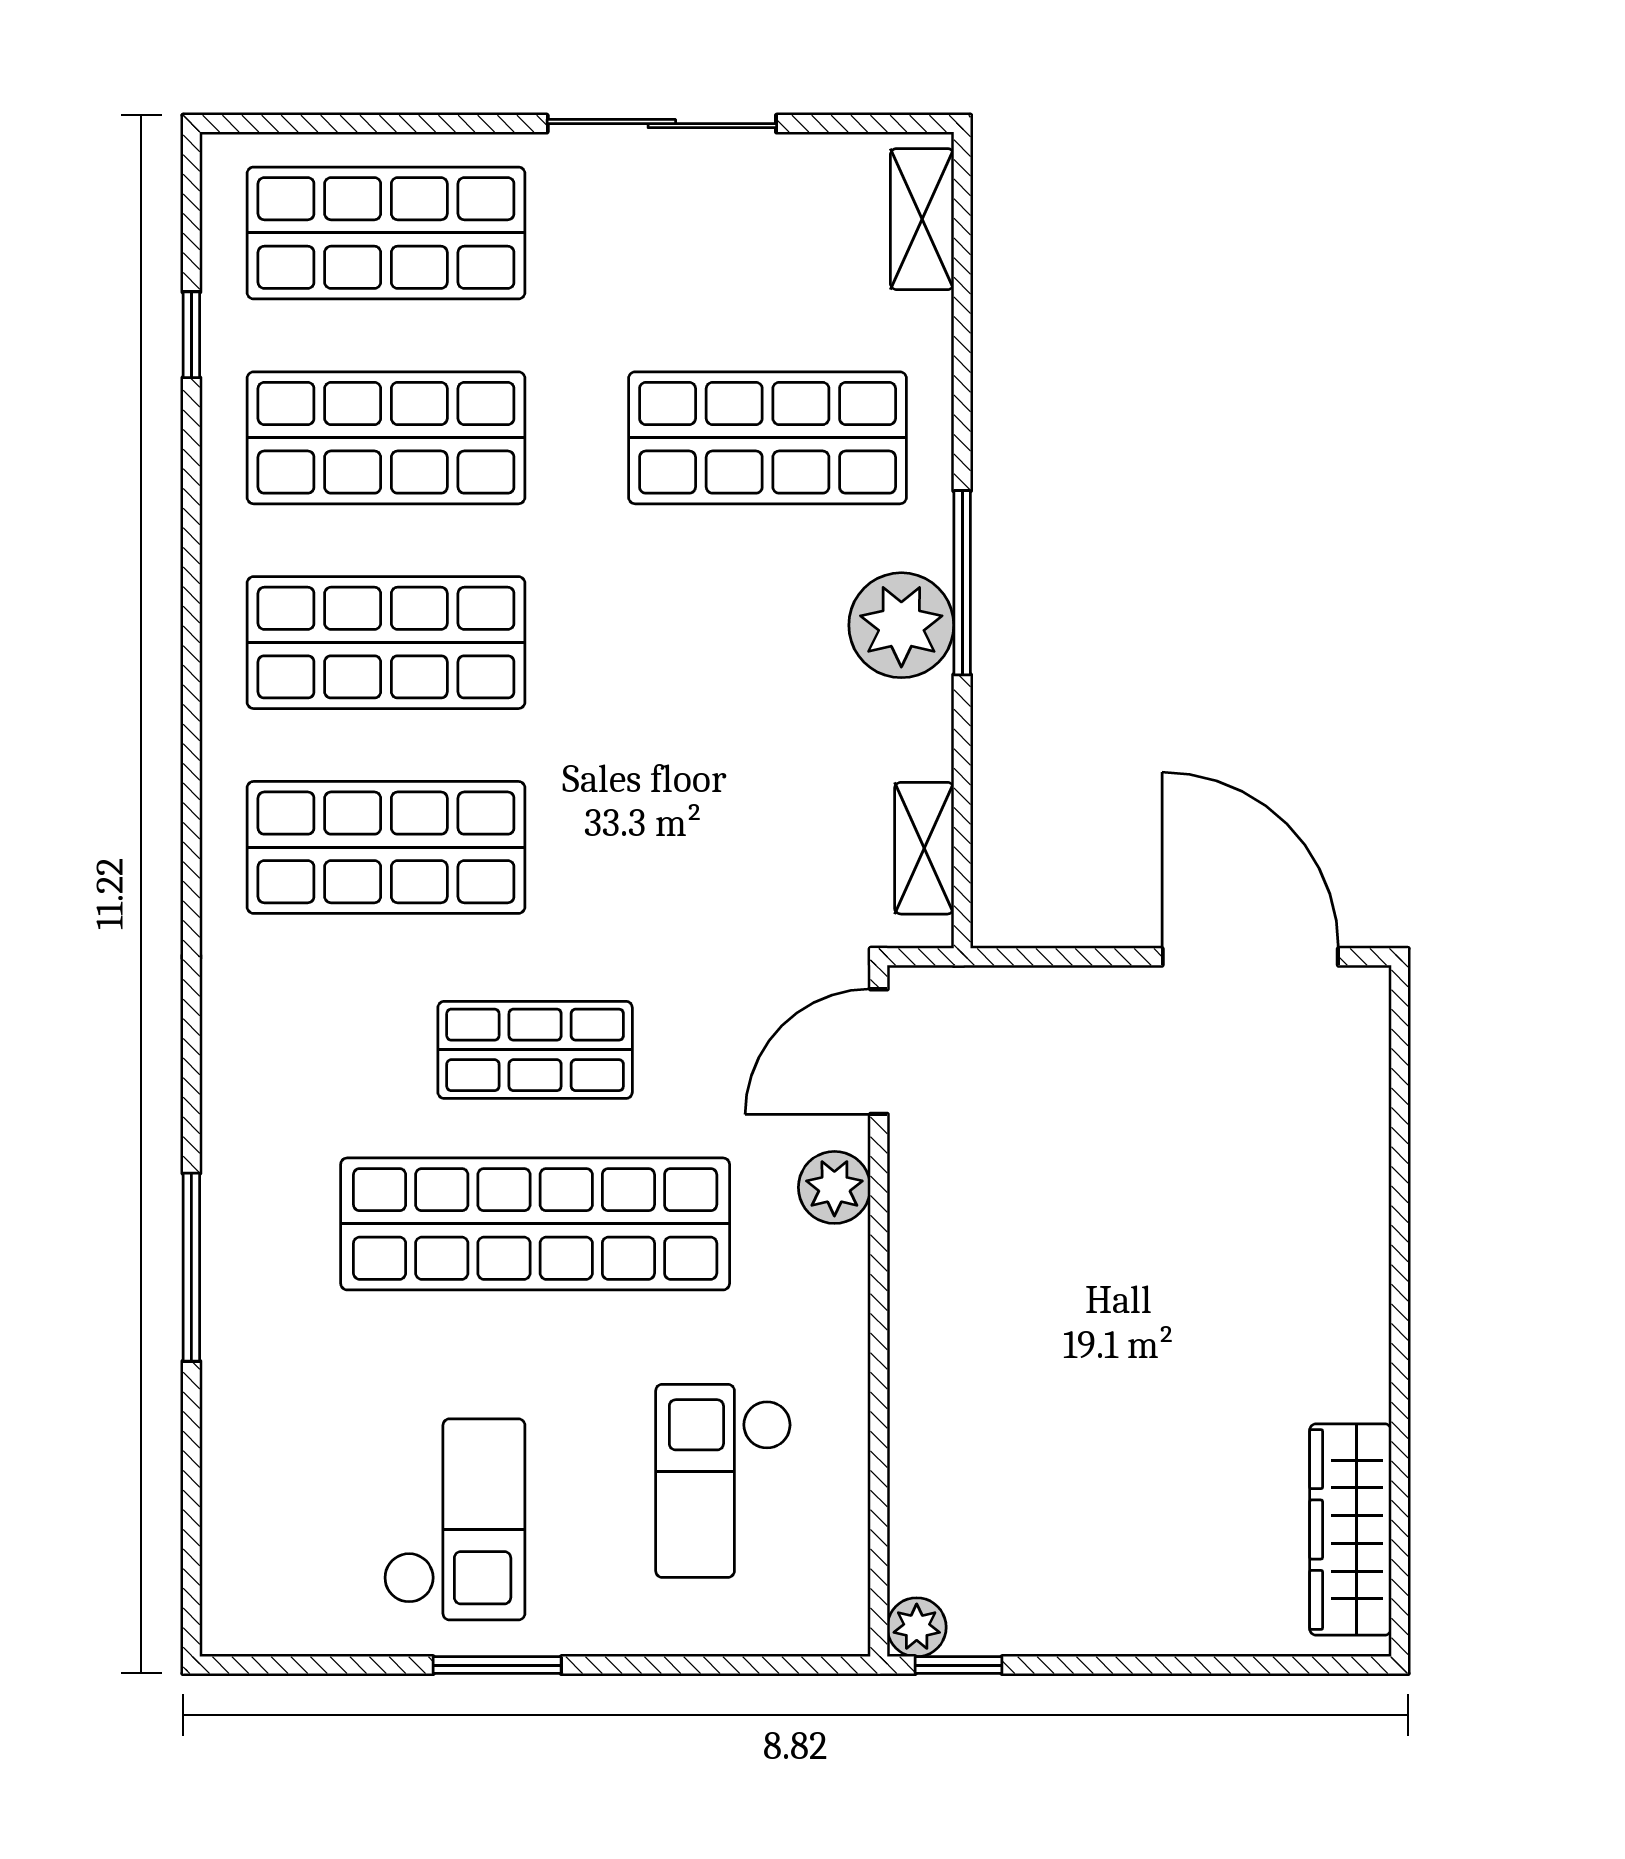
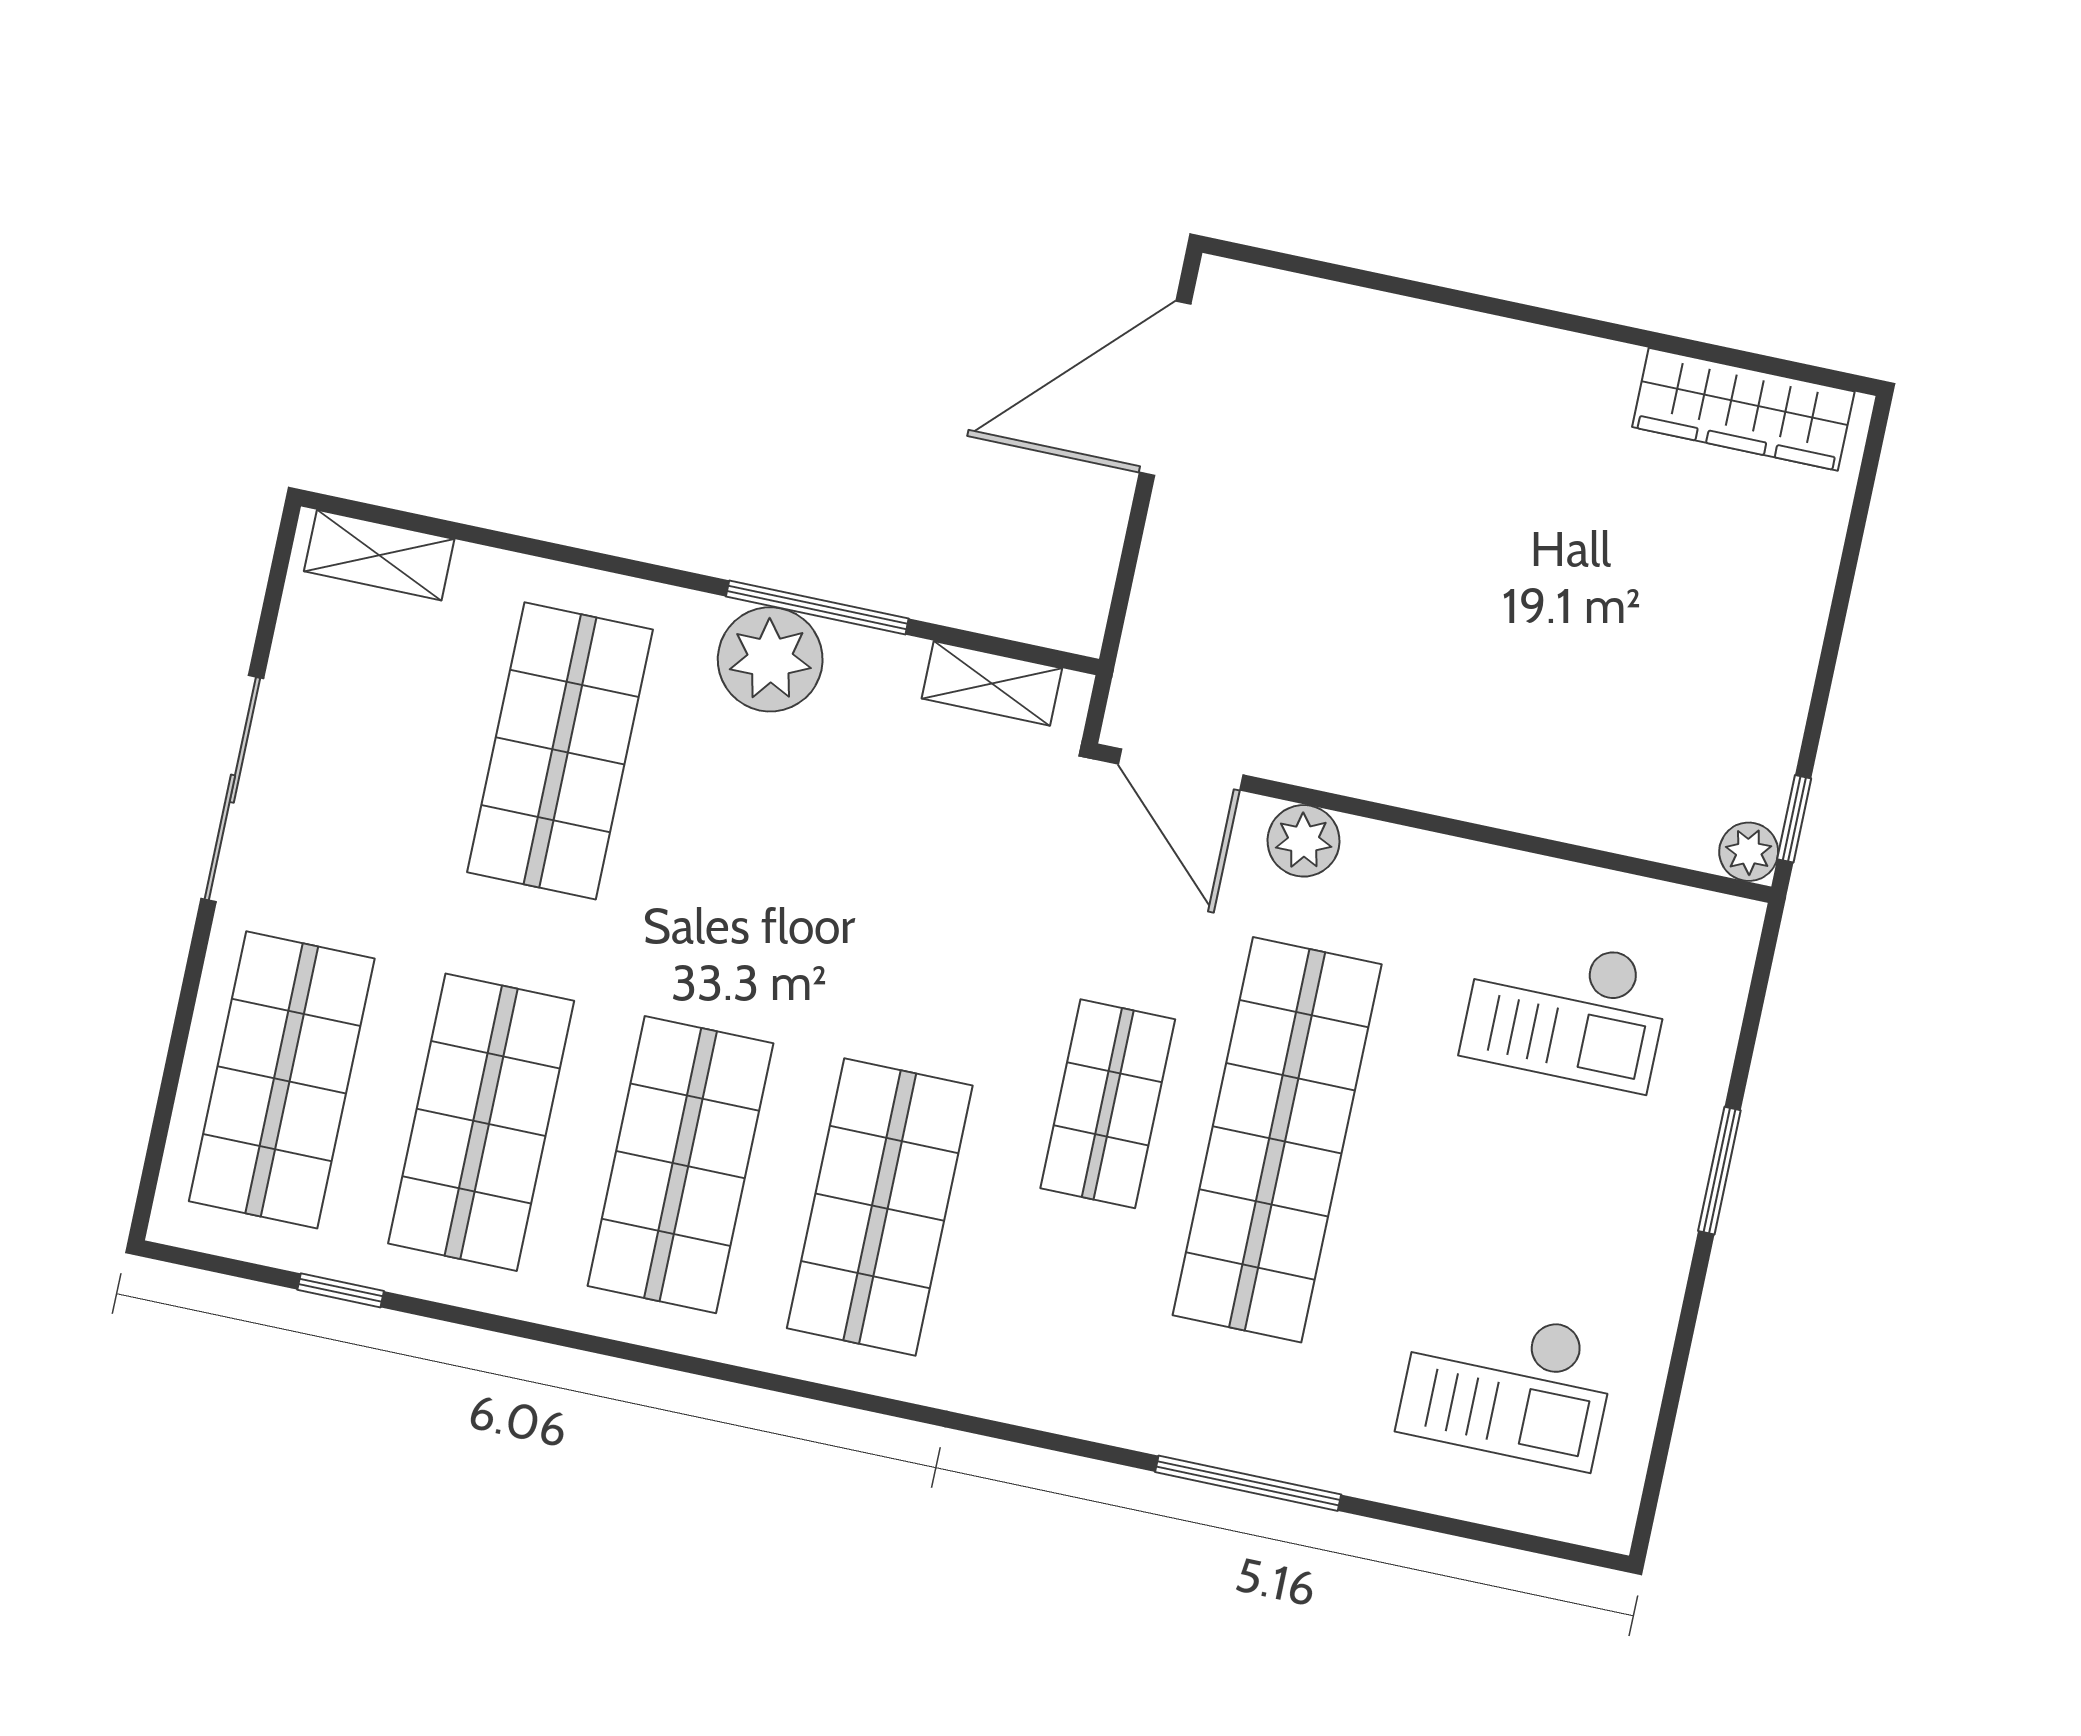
window: (962, 583) -> (817, 608), moved
checkout: (454, 1519) -> (1507, 1384), moved, turned 180
window: (497, 1665) -> (1719, 1171), moved

